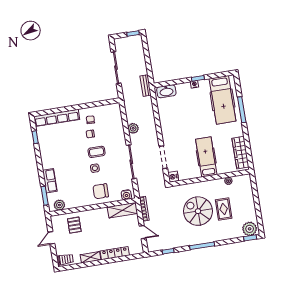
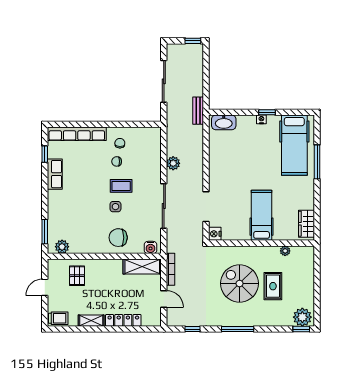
wardrobe: (240, 153) -> (307, 224), width x0.67
row of seats: (50, 181) -> (55, 174), moved

